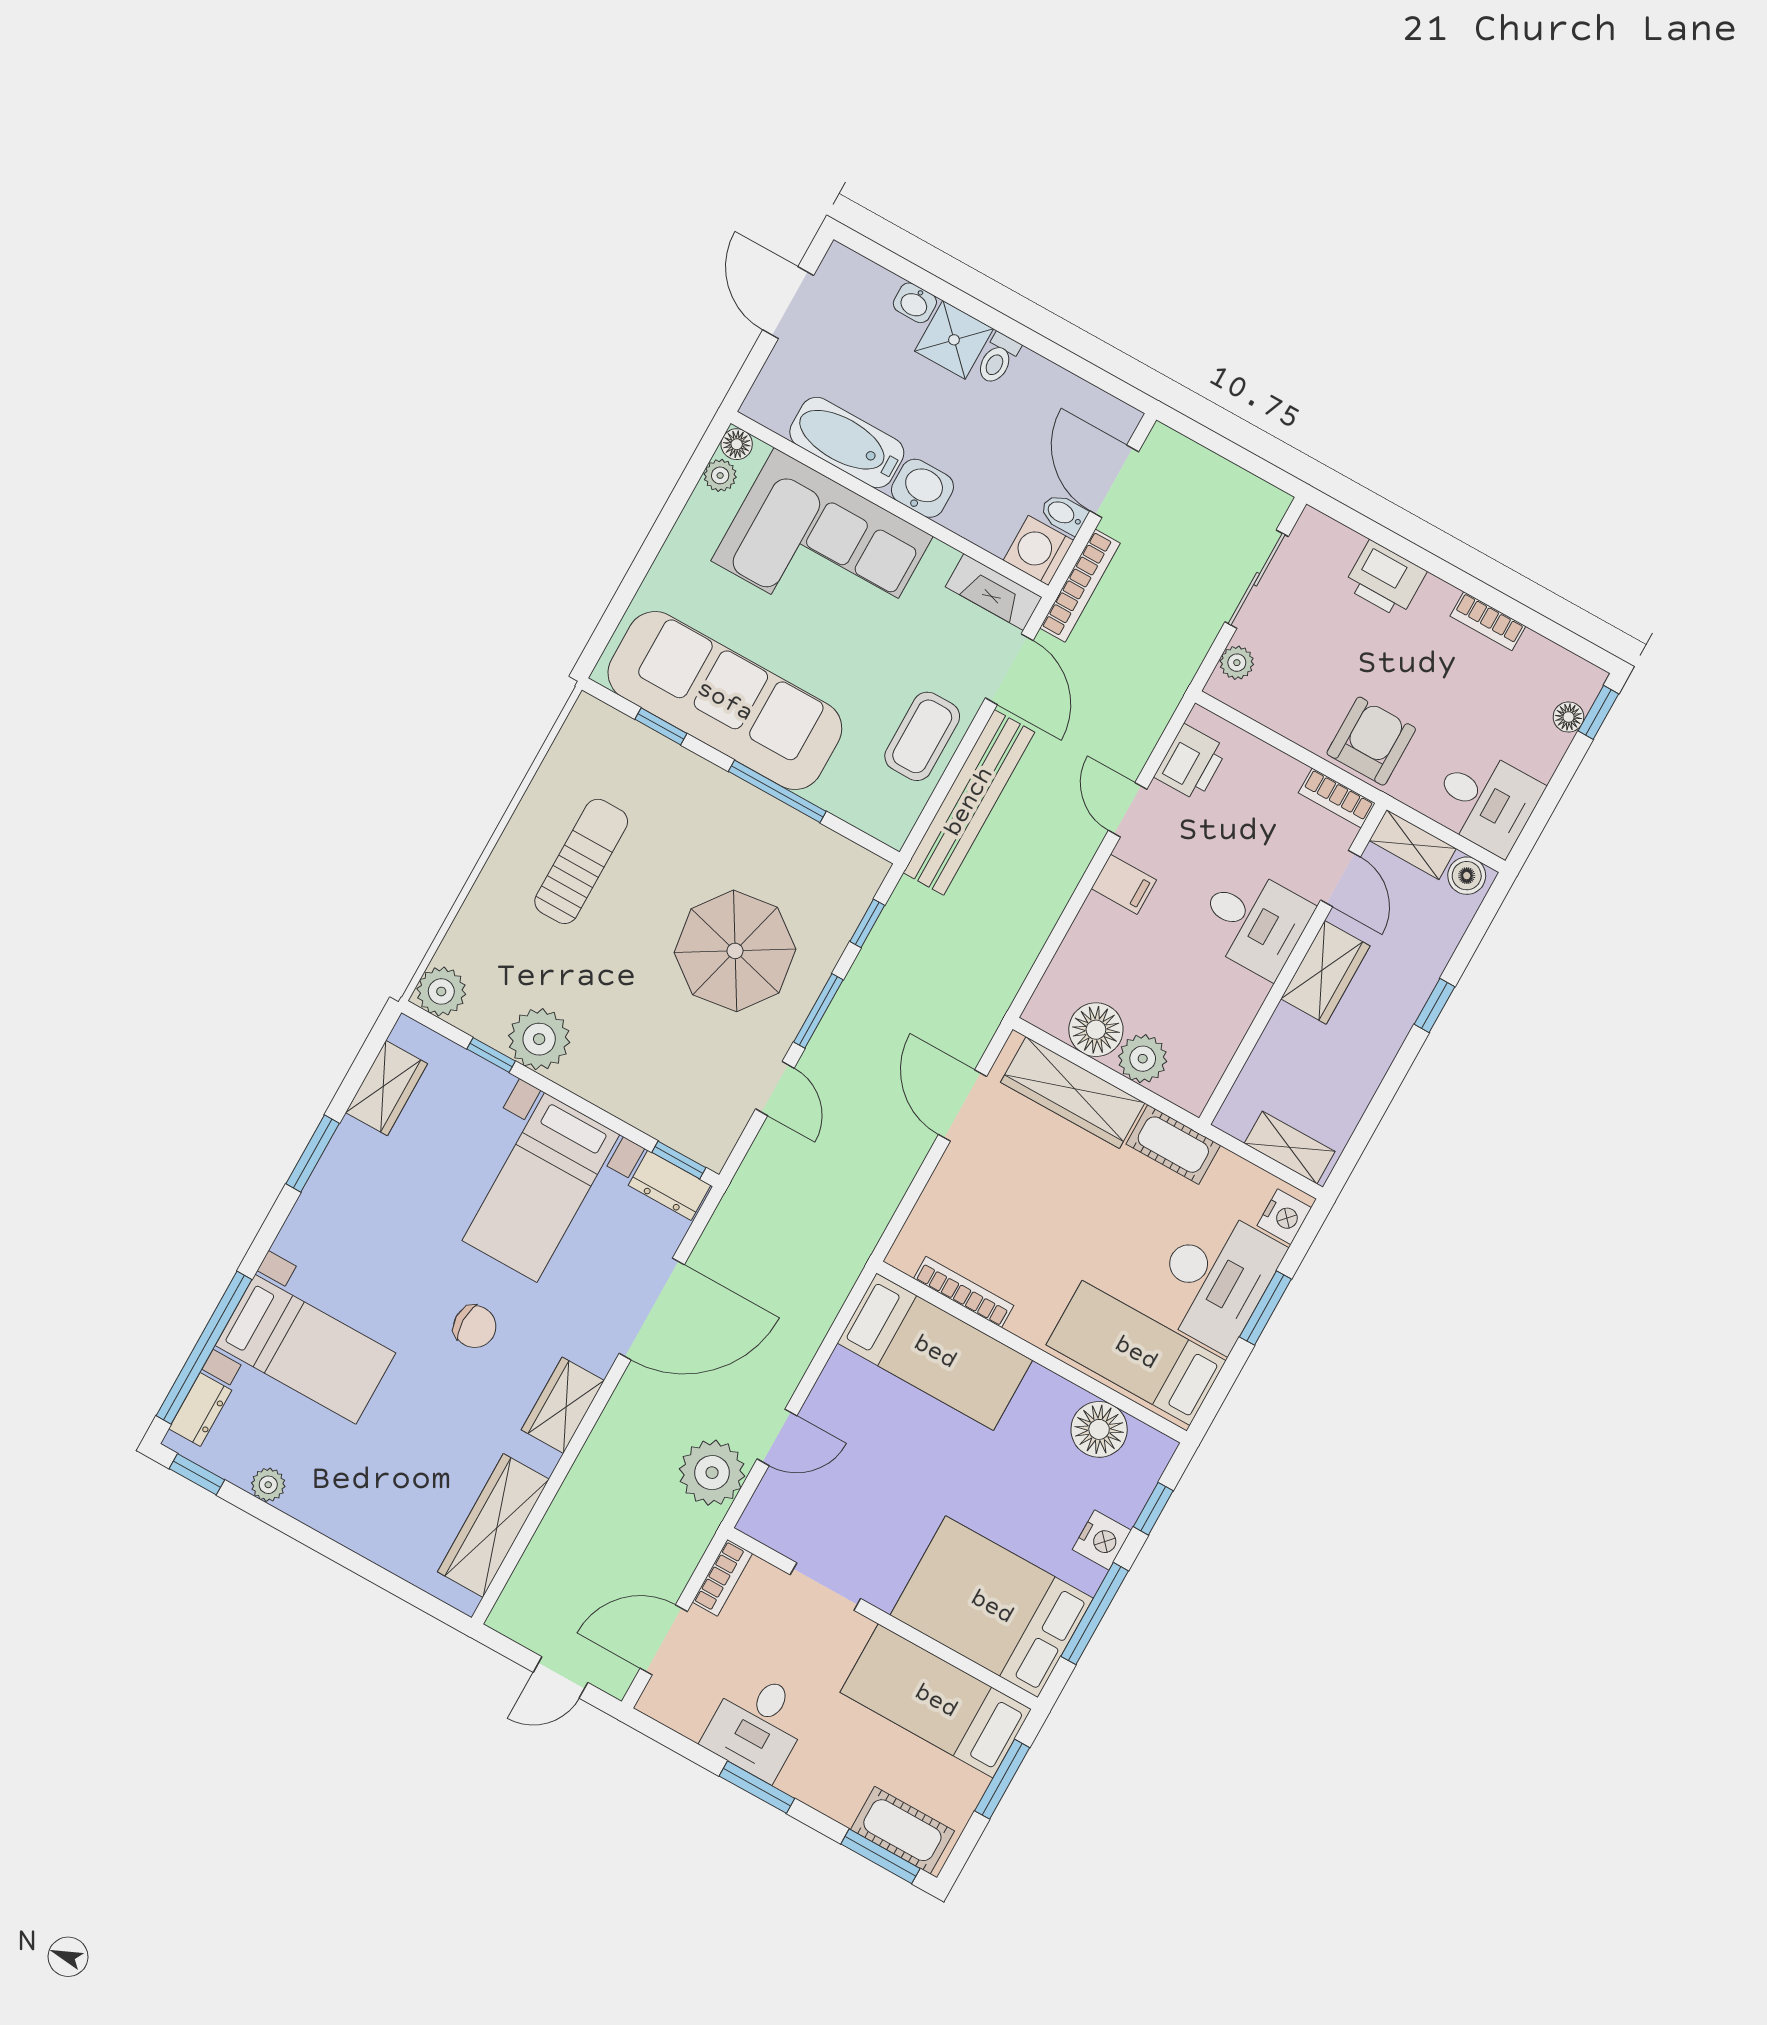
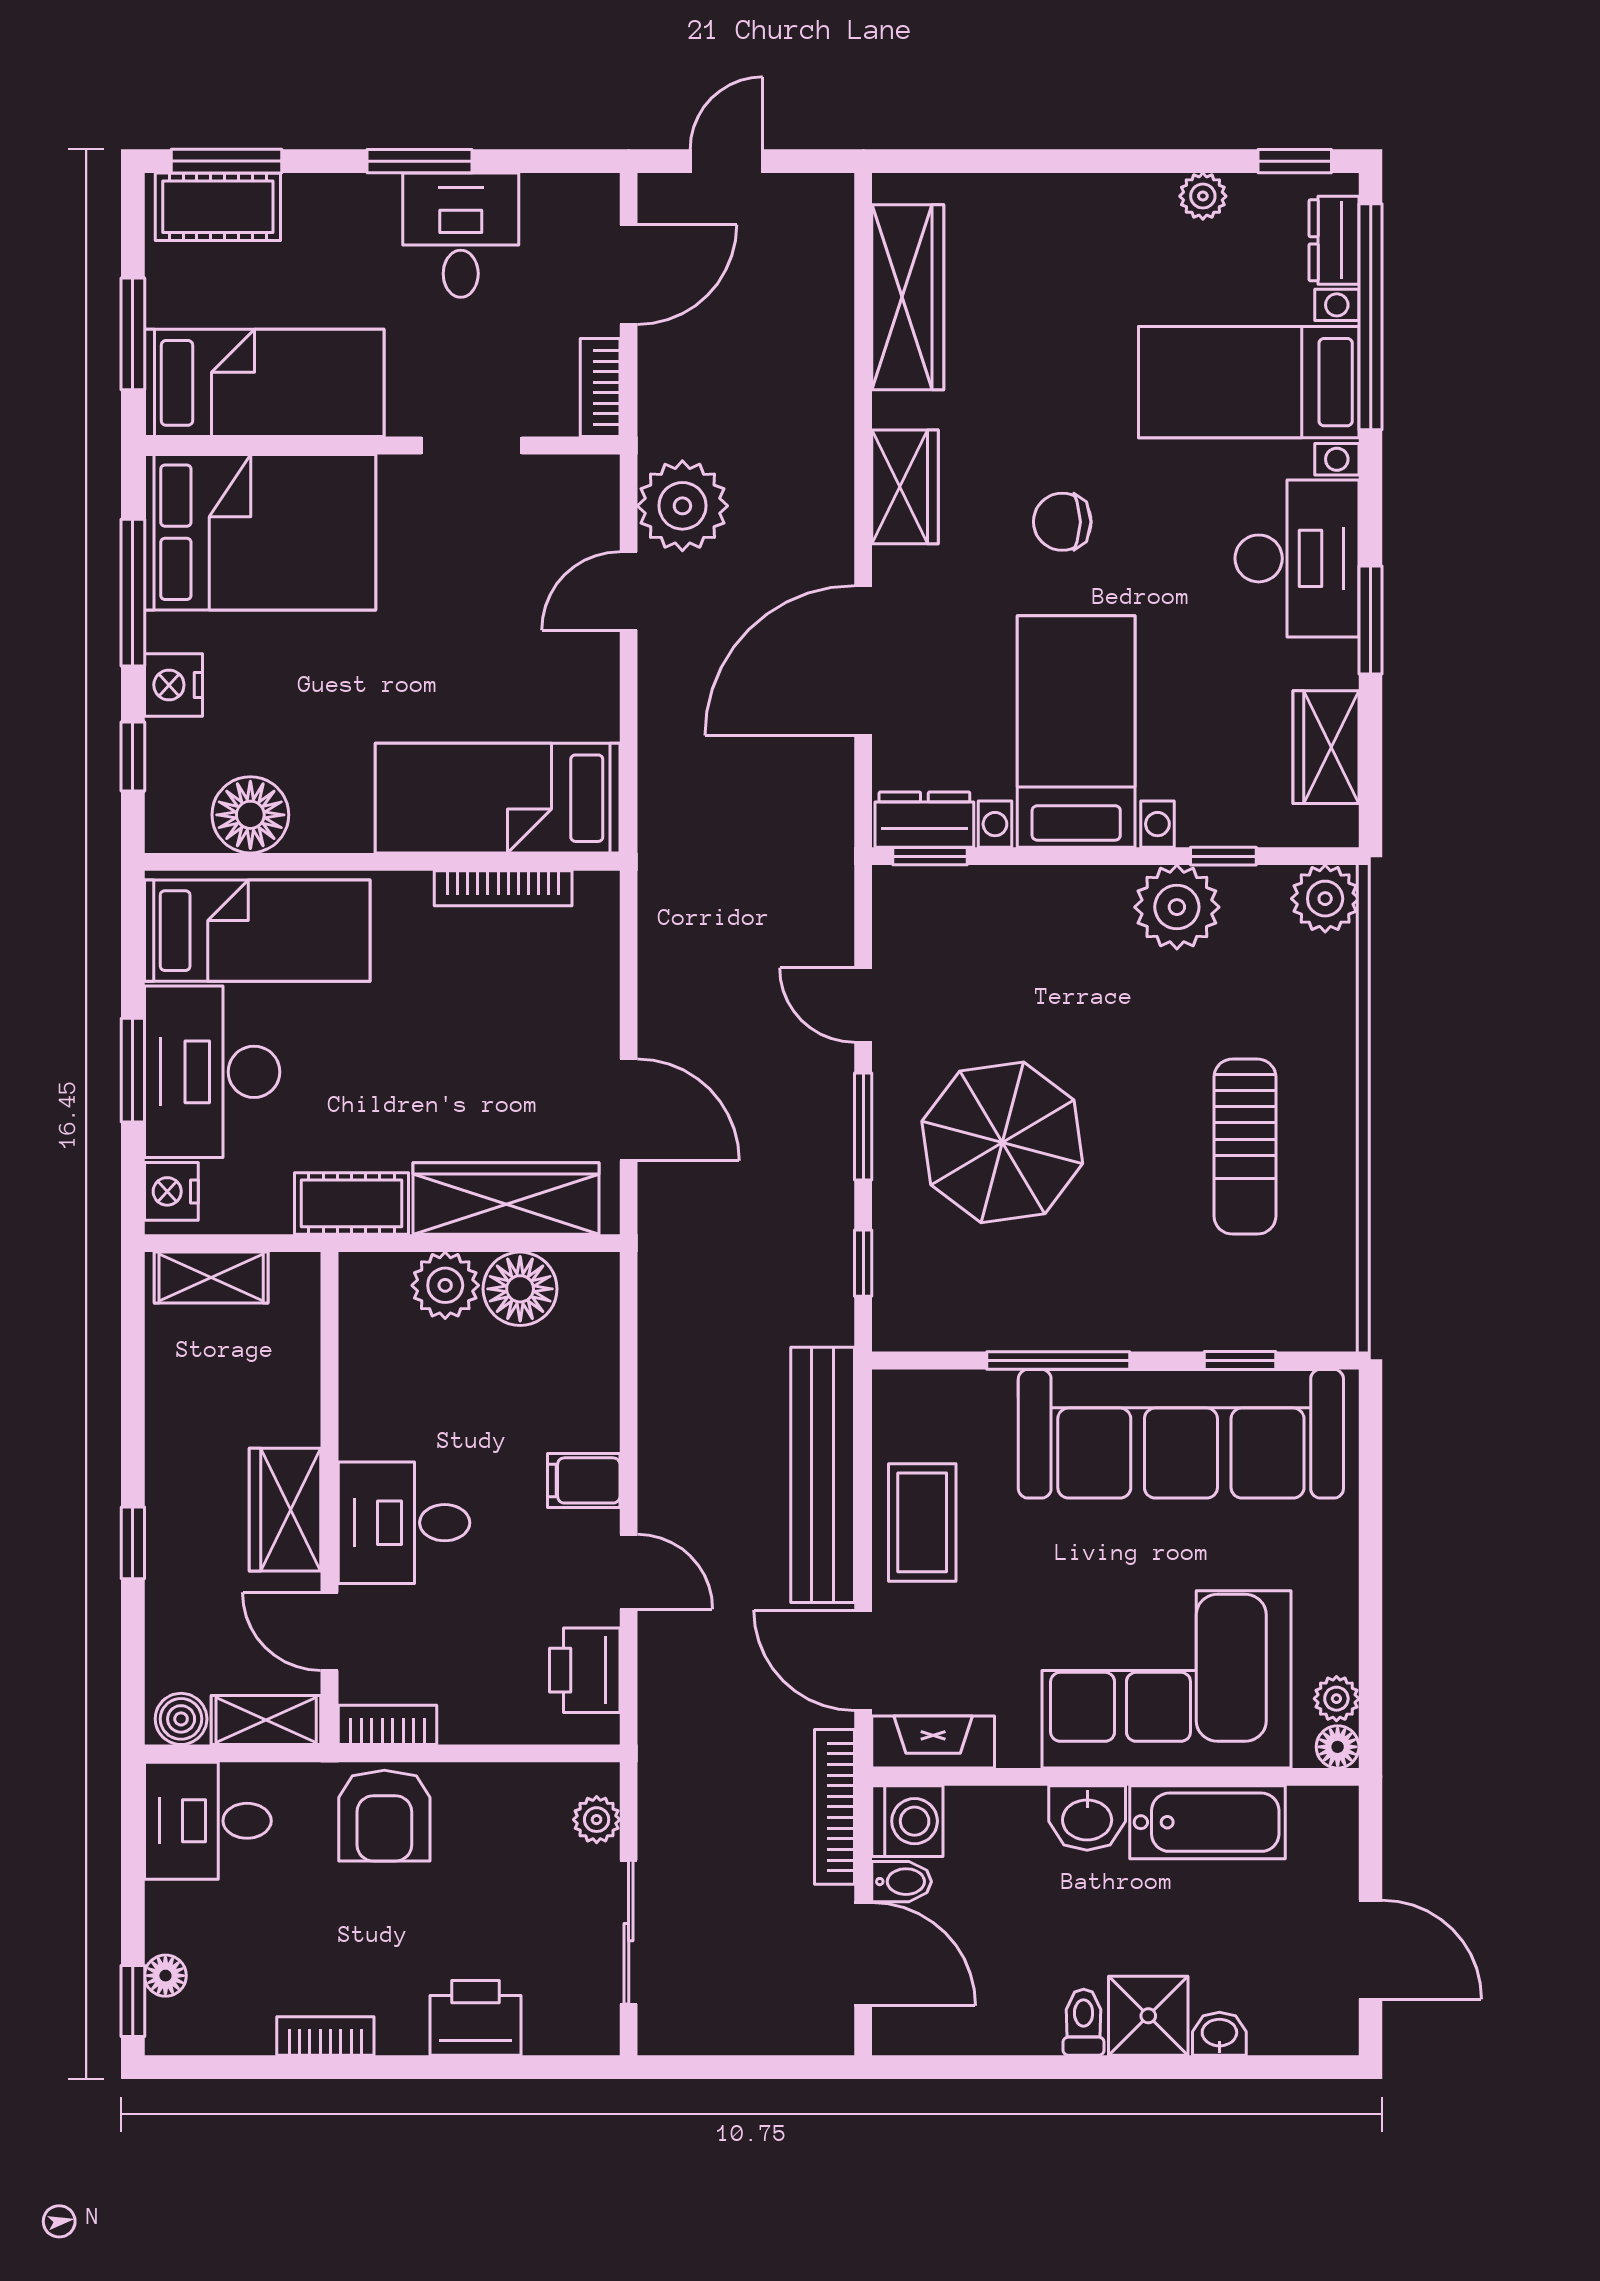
desk: (338, 1219) -> (1297, 558), added

